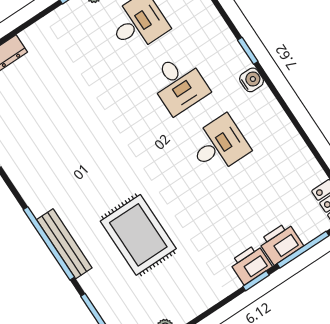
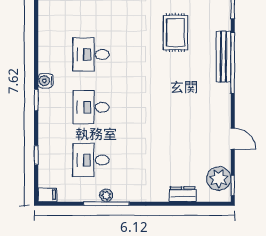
desk: (179, 84) -> (91, 107), turned -90
rug: (138, 235) -> (175, 33), width x0.73, depth x0.70

